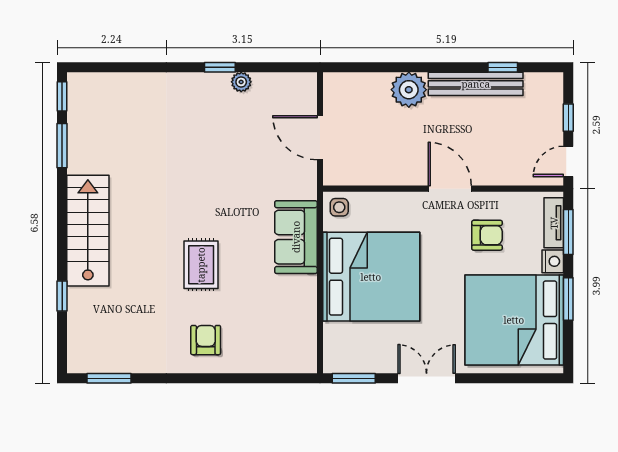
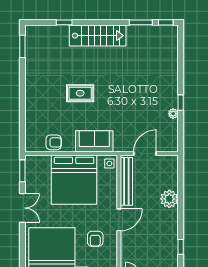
bench: (476, 84) -> (126, 181), moved
armchair: (206, 340) -> (54, 142), moved

